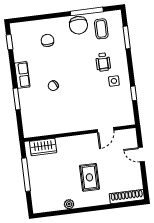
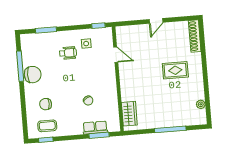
coffee table: (101, 29) -> (47, 126), moved
row of seats: (22, 75) -> (95, 128), moved
door: (106, 130) -> (116, 55), moved
wall: (80, 133) -> (118, 79), moved
wardrobe: (43, 147) -> (129, 114), moved
plant: (69, 204) -> (201, 104), moved

